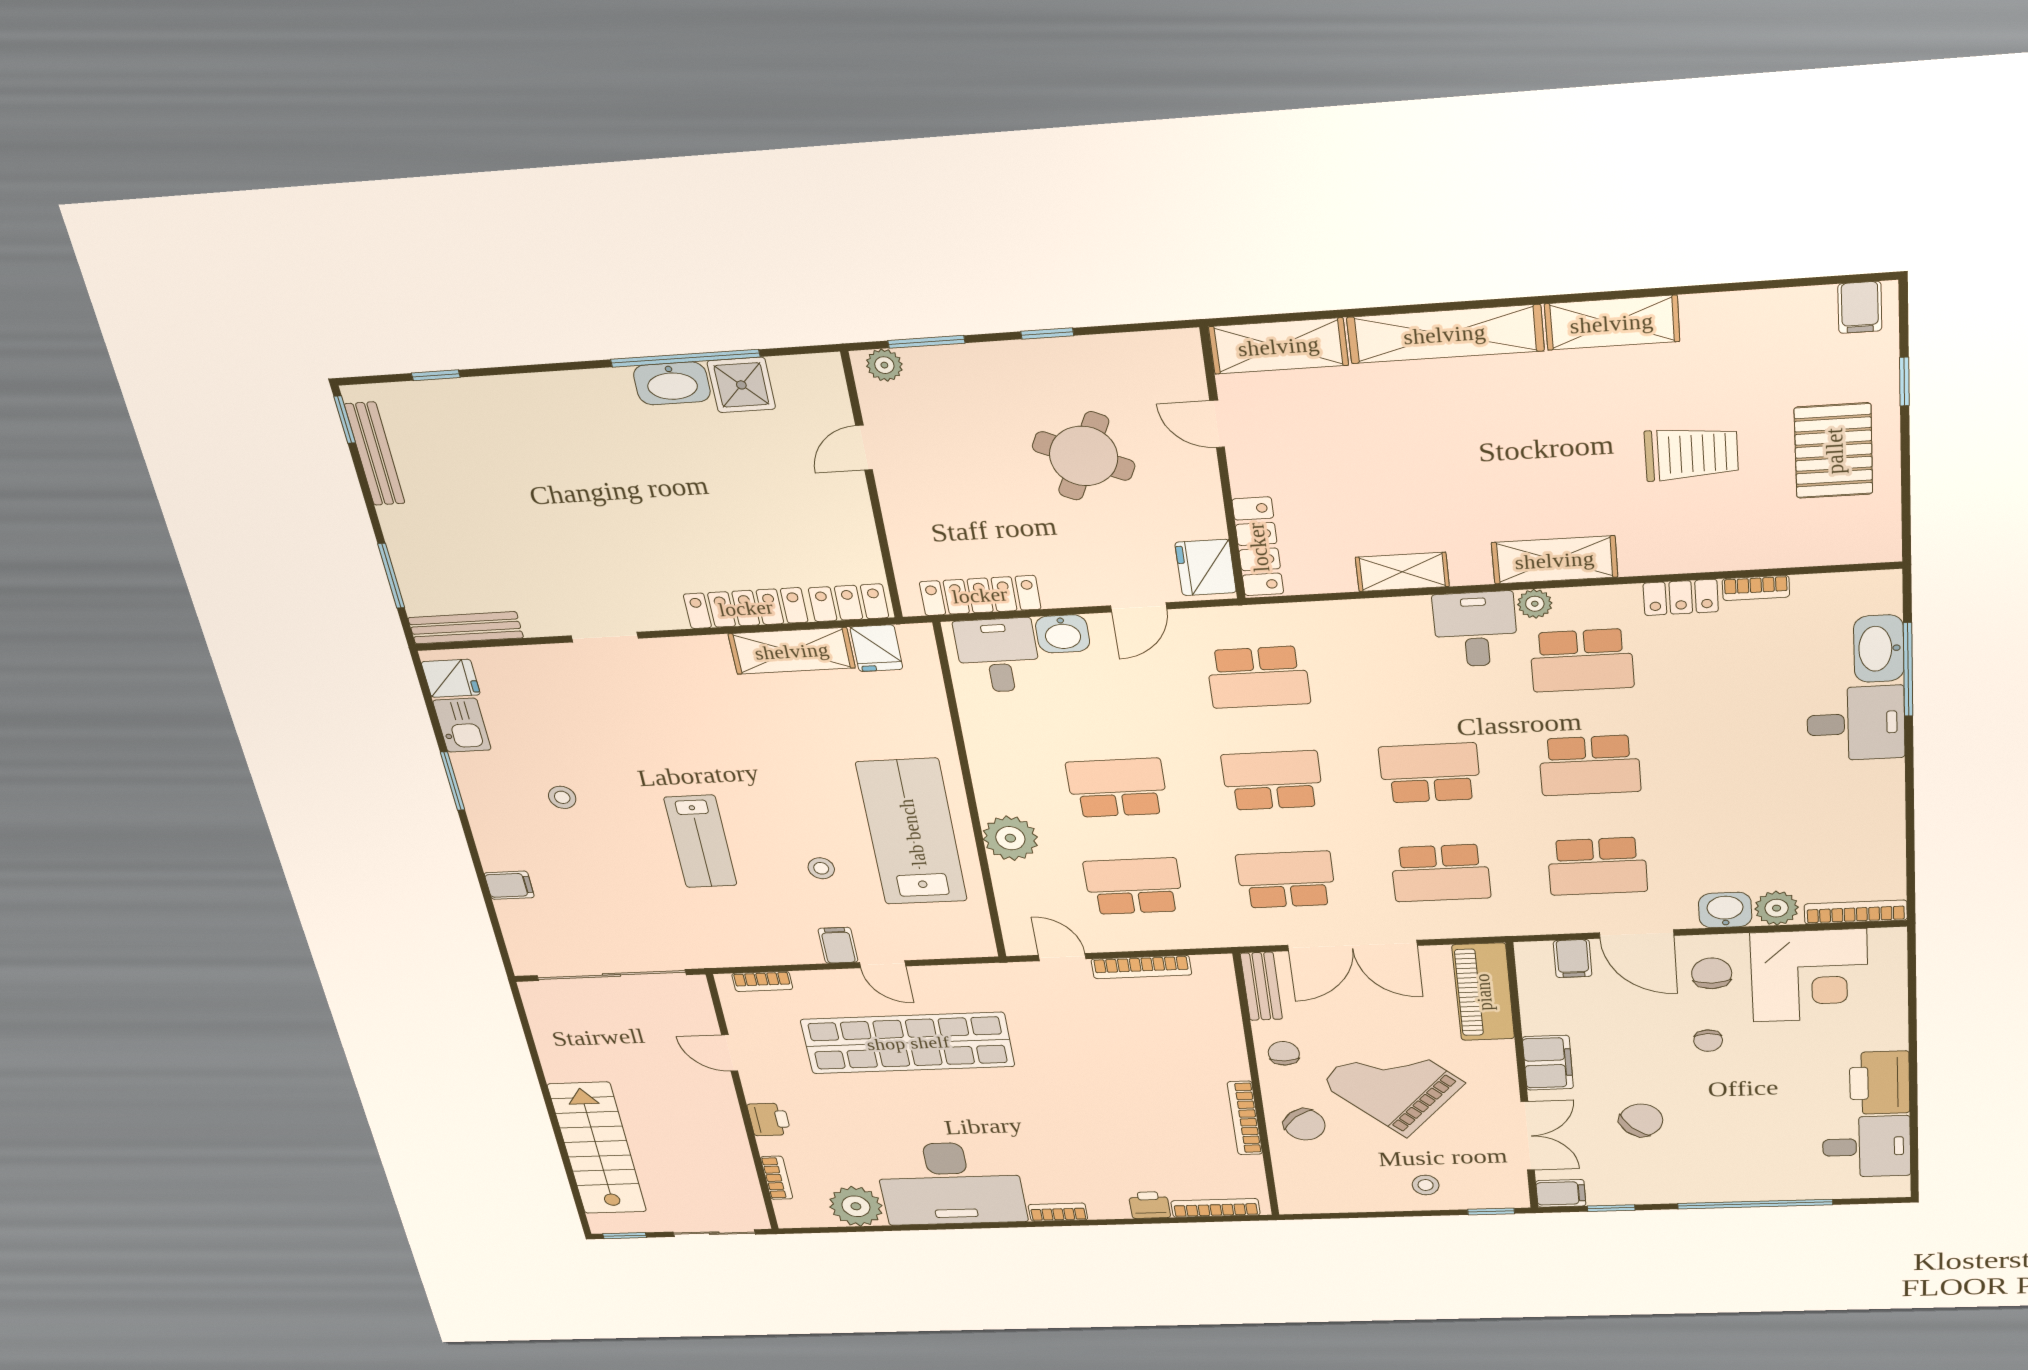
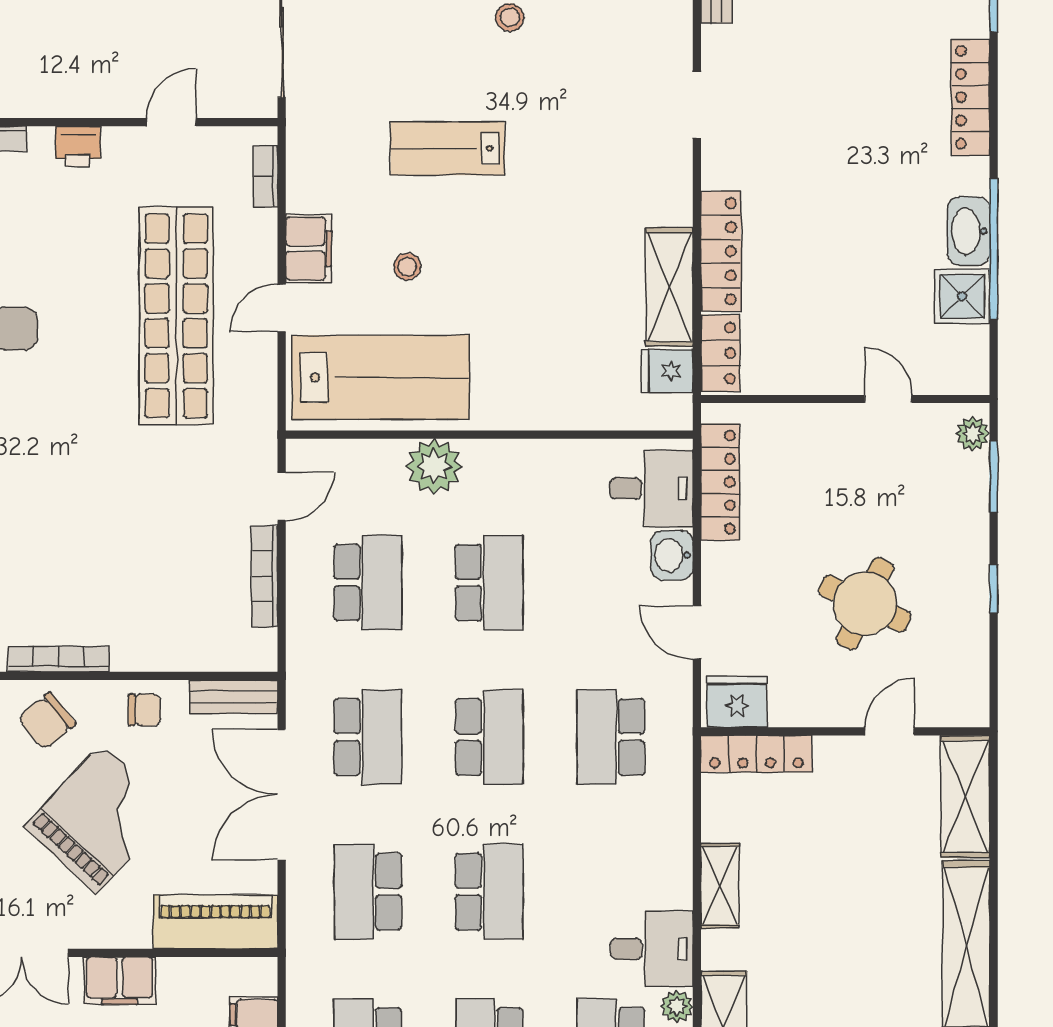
locker: (533, 391) -> (970, 97), added
lab bench: (912, 832) -> (381, 377), moved
filing cabinet: (838, 945) -> (308, 248), width x2.00

